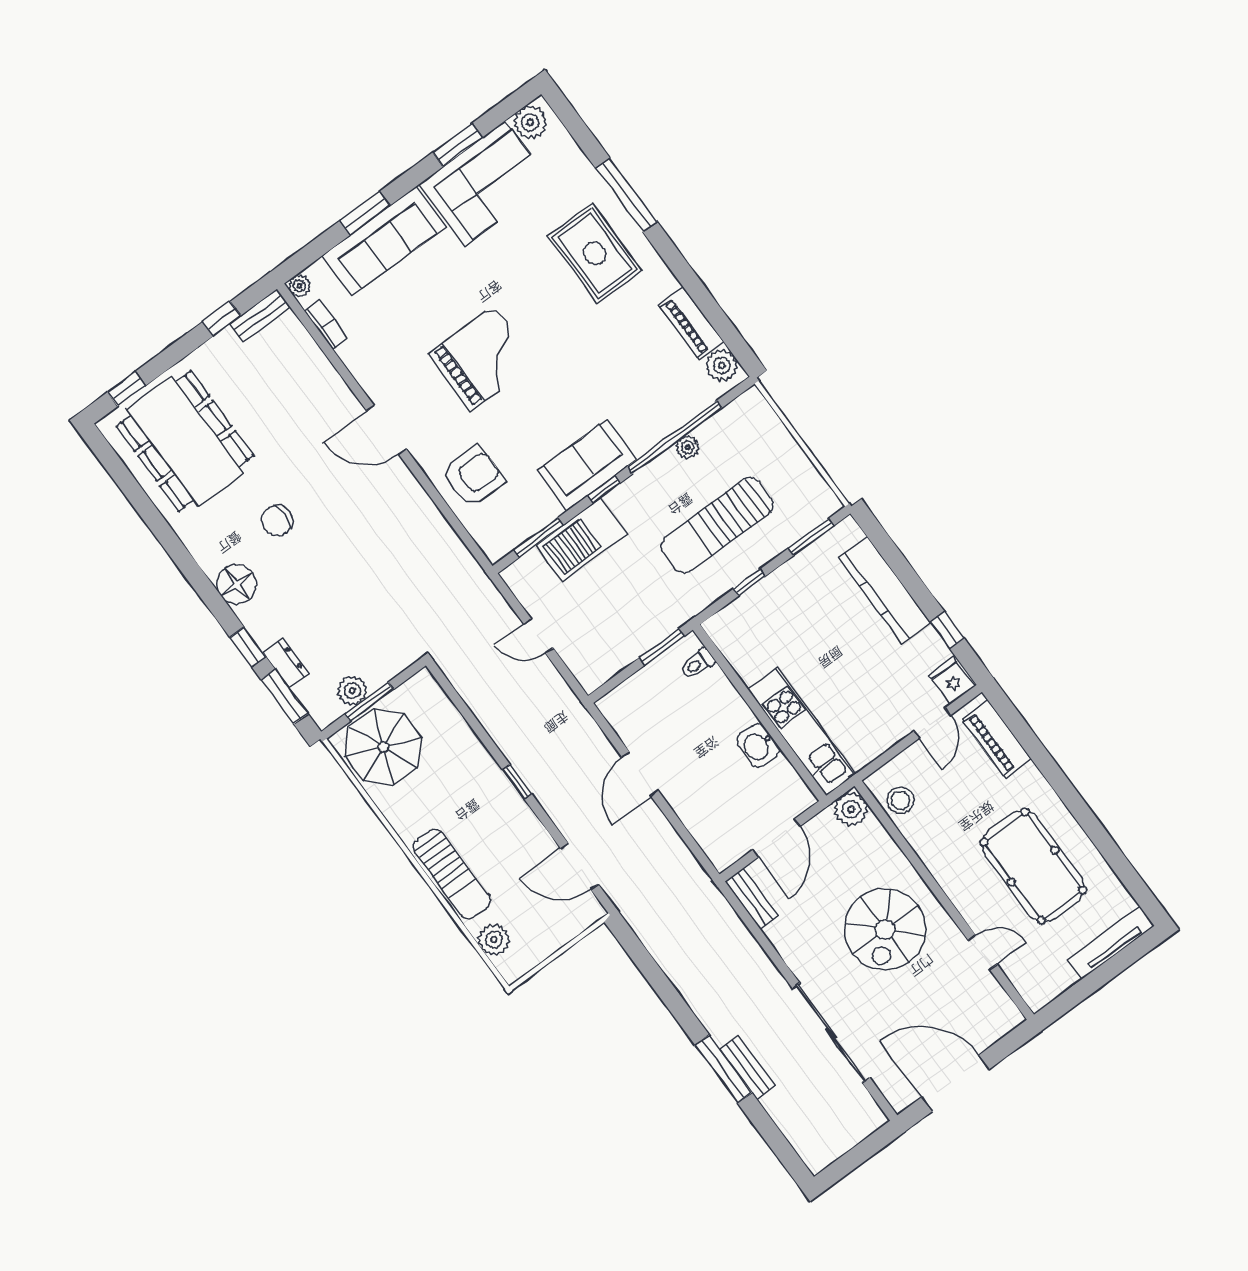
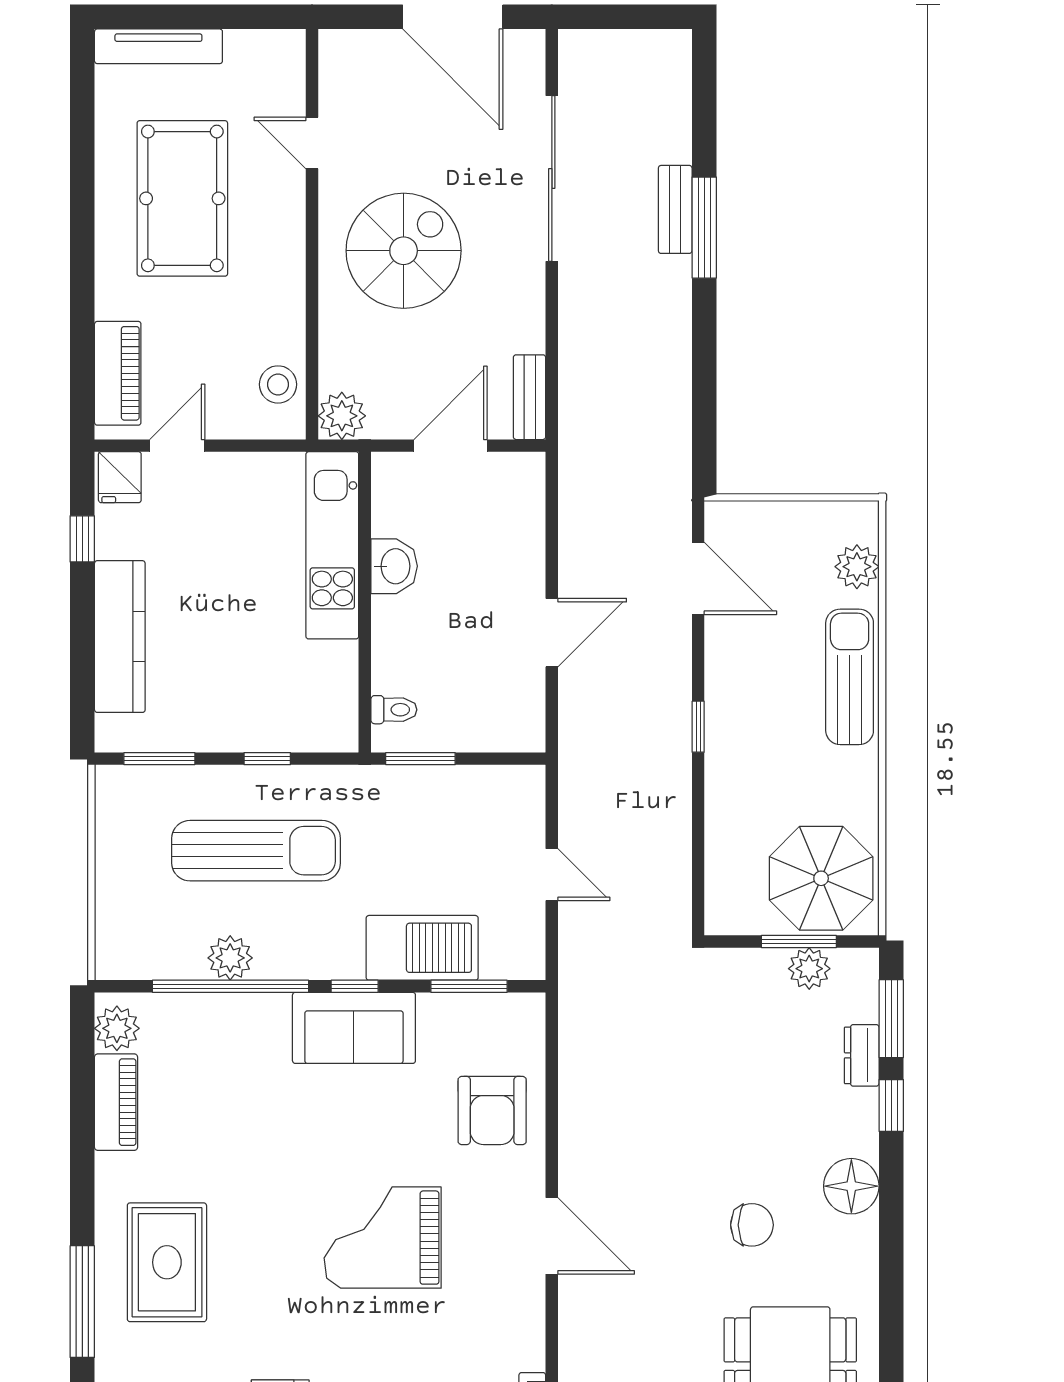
plant: (688, 447) -> (230, 958), width x1.38, depth x1.38
armchair: (473, 476) -> (492, 1111), turned -90

